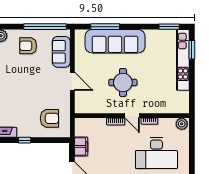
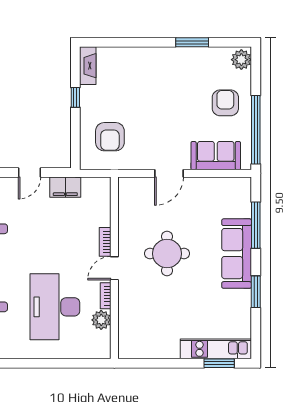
window: (169, 27) -> (256, 292), moved
sofa: (115, 41) -> (237, 254), width x0.74, depth x0.79
kitchen unit: (183, 60) -> (216, 349), width x0.73
plant: (182, 124) -> (101, 320), moved

